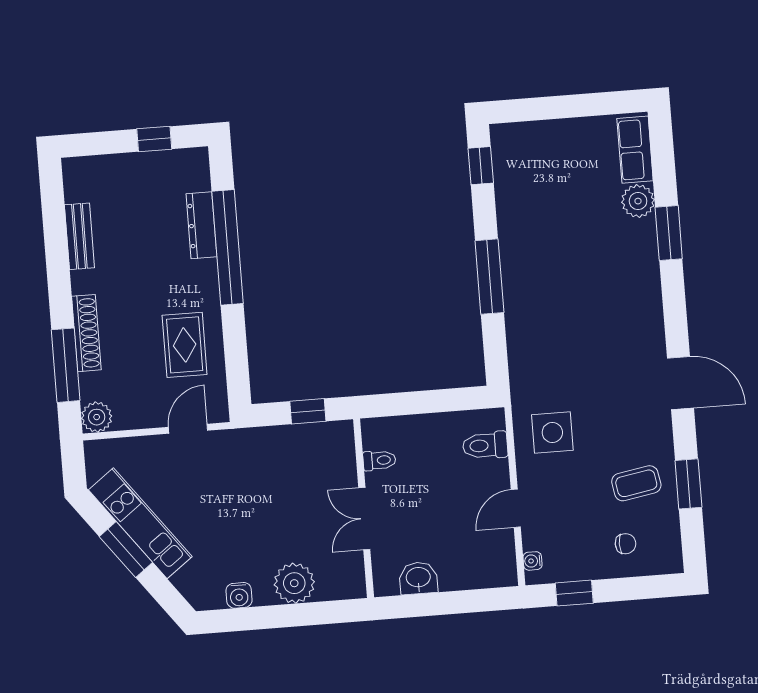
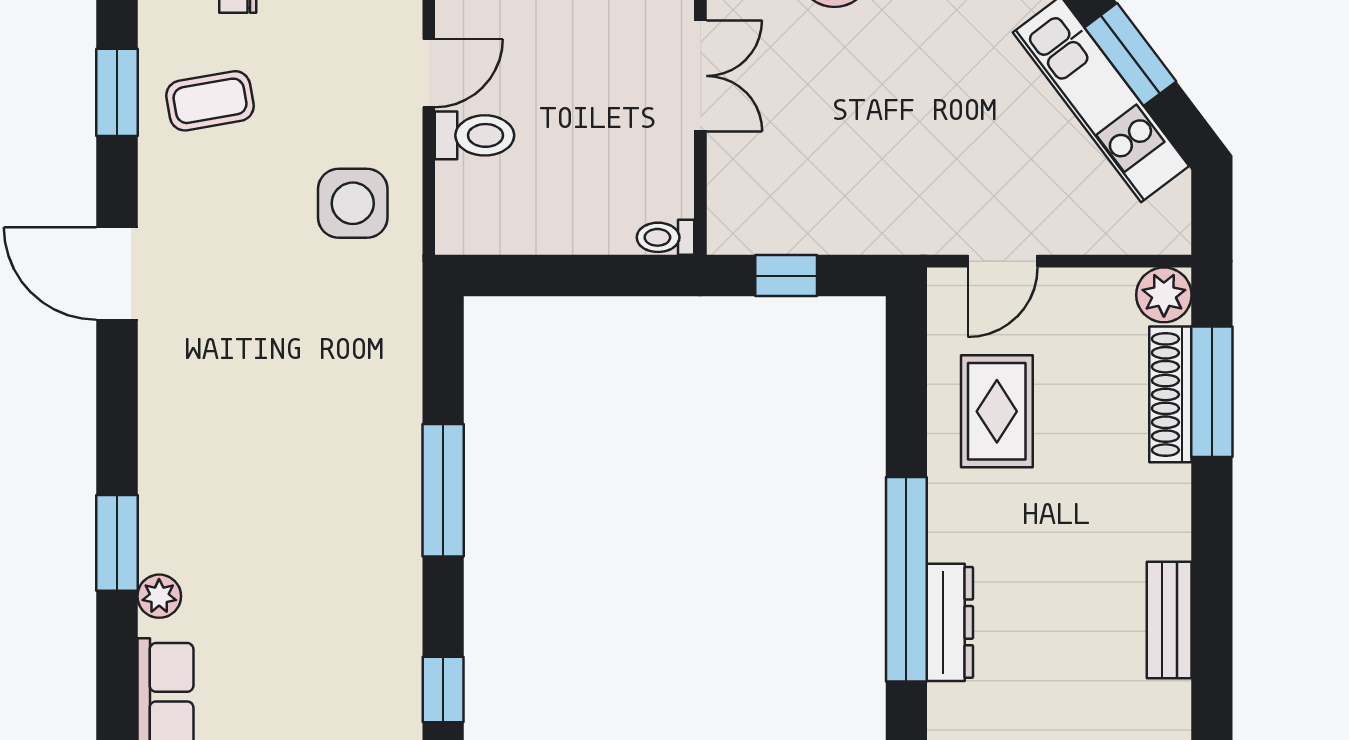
plant: (638, 201) -> (159, 596), width x0.73, depth x0.73
shoe rack: (86, 333) -> (1170, 394), moved
toilet: (485, 445) -> (474, 135), moved
toilet: (379, 460) -> (665, 237), moved

